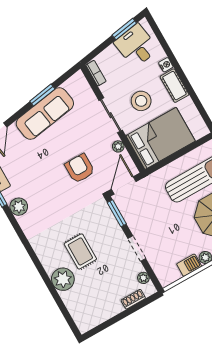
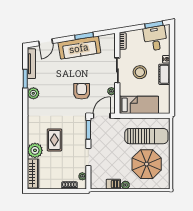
bed: (161, 138) -> (139, 105), width x0.67
wardrobe: (77, 310) -> (33, 173), added

